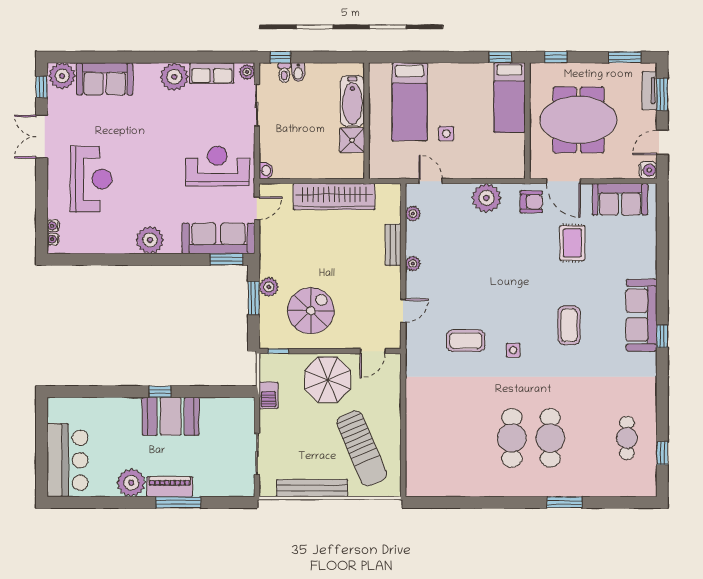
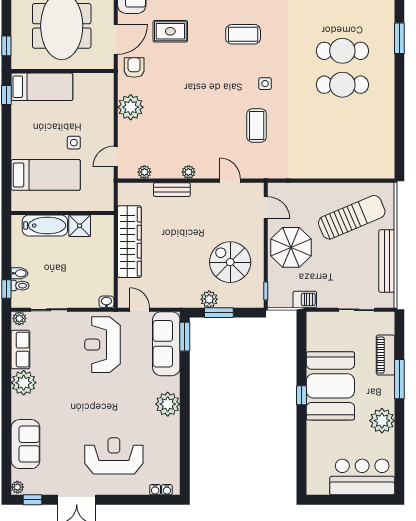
plant: (62, 76) -> (17, 487), width x0.53, depth x0.53
booth: (171, 416) -> (330, 386), width x1.36, depth x1.42
piano: (170, 487) -> (385, 355), moved

